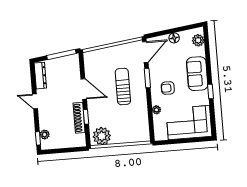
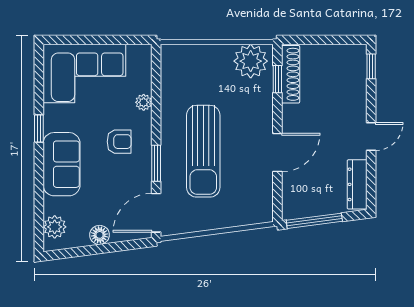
sun lounger: (123, 87) -> (203, 151), width x1.36, depth x1.34
door: (84, 89) -> (277, 153), swing flipped
door: (35, 101) -> (371, 136), hinge flipped
window: (86, 117) -> (277, 79), moved
shoe rack: (79, 118) -> (291, 74), moved
plant: (45, 135) -> (358, 73), removed

